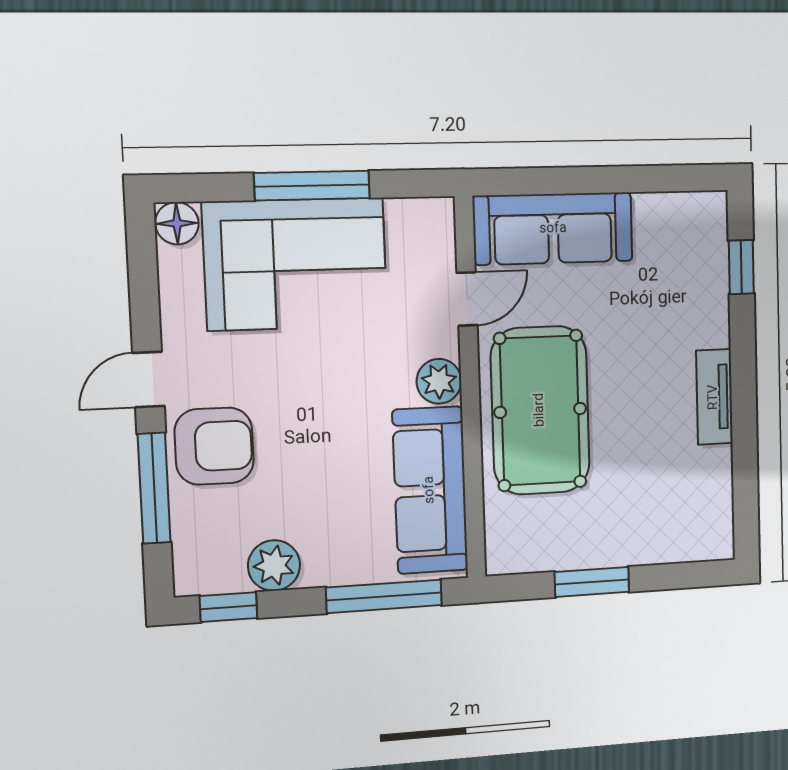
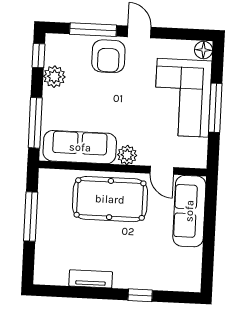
window: (741, 267) -> (140, 295), moved
tv unit: (714, 397) -> (91, 279), moved
window: (592, 582) -> (31, 217), width x1.44

